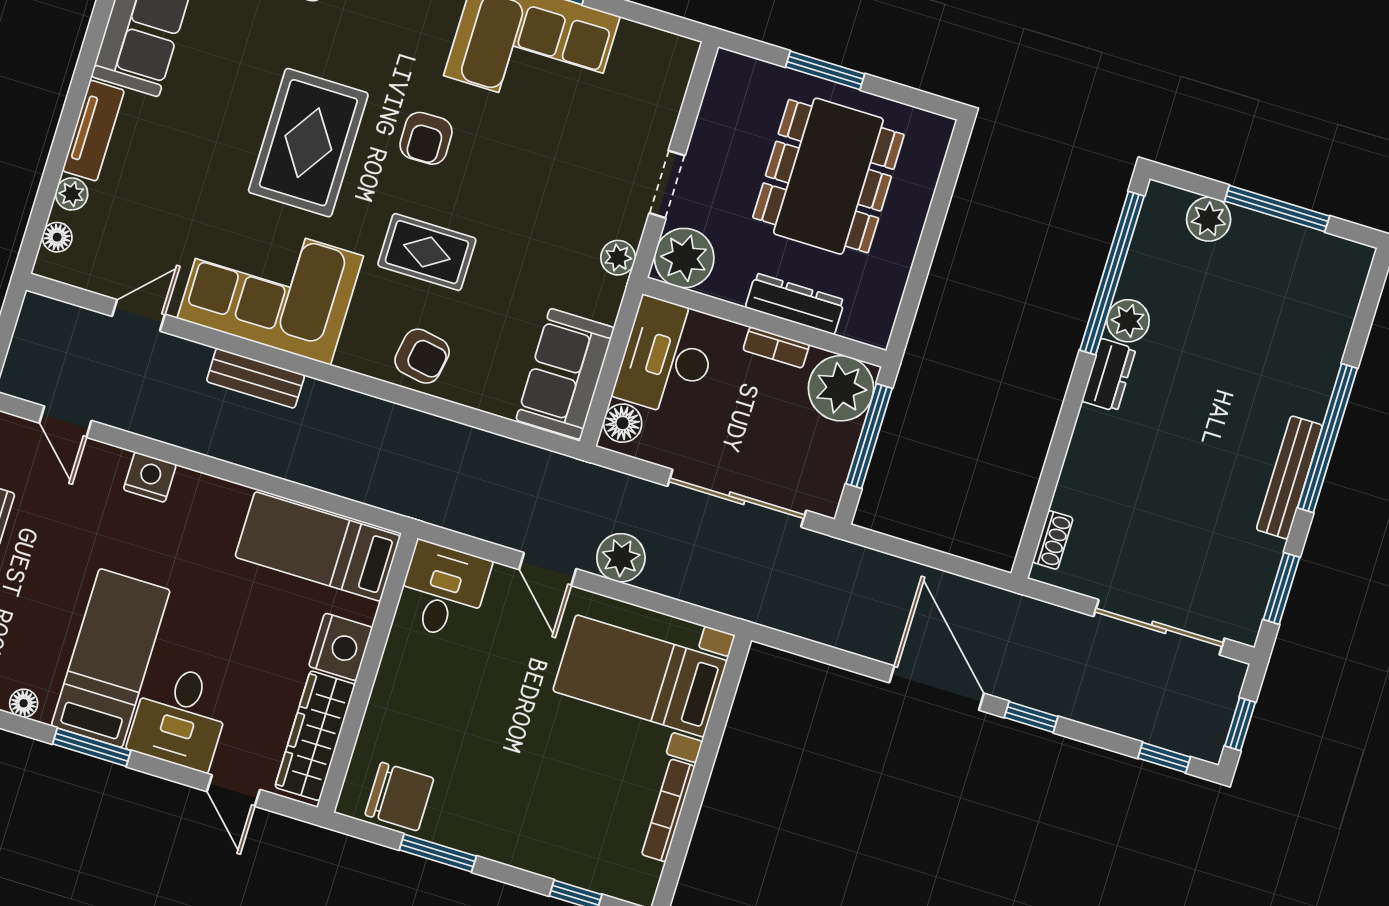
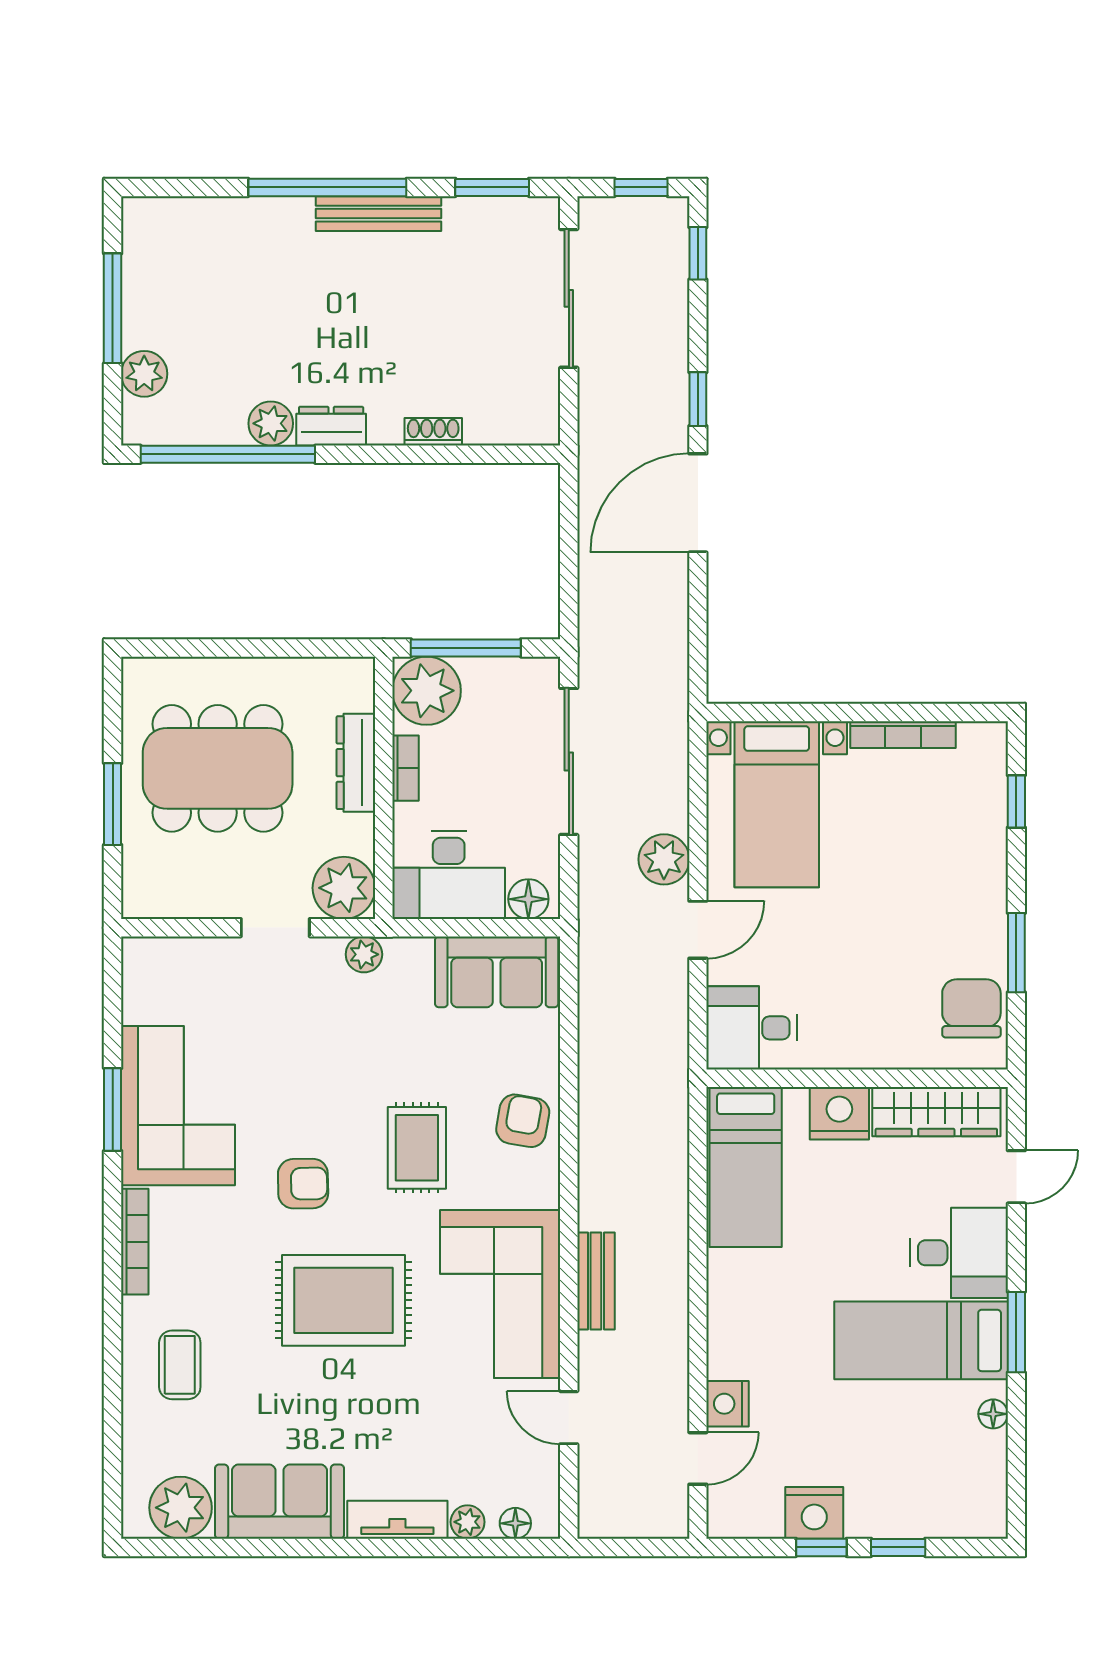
nightstand: (150, 477) -> (728, 1404), moved
shoe rack: (1053, 540) -> (433, 432), moved

